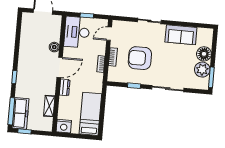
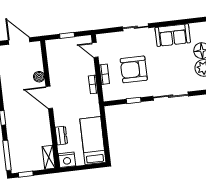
desk: (77, 32) -> (60, 56), removed
door: (109, 34) -> (95, 50), hinge flipped
door: (60, 67) -> (49, 97), swing flipped
dresser: (65, 87) -> (61, 136), moved
shelving: (49, 106) -> (49, 157), moved
freezer: (20, 113) -> (17, 156), removed

